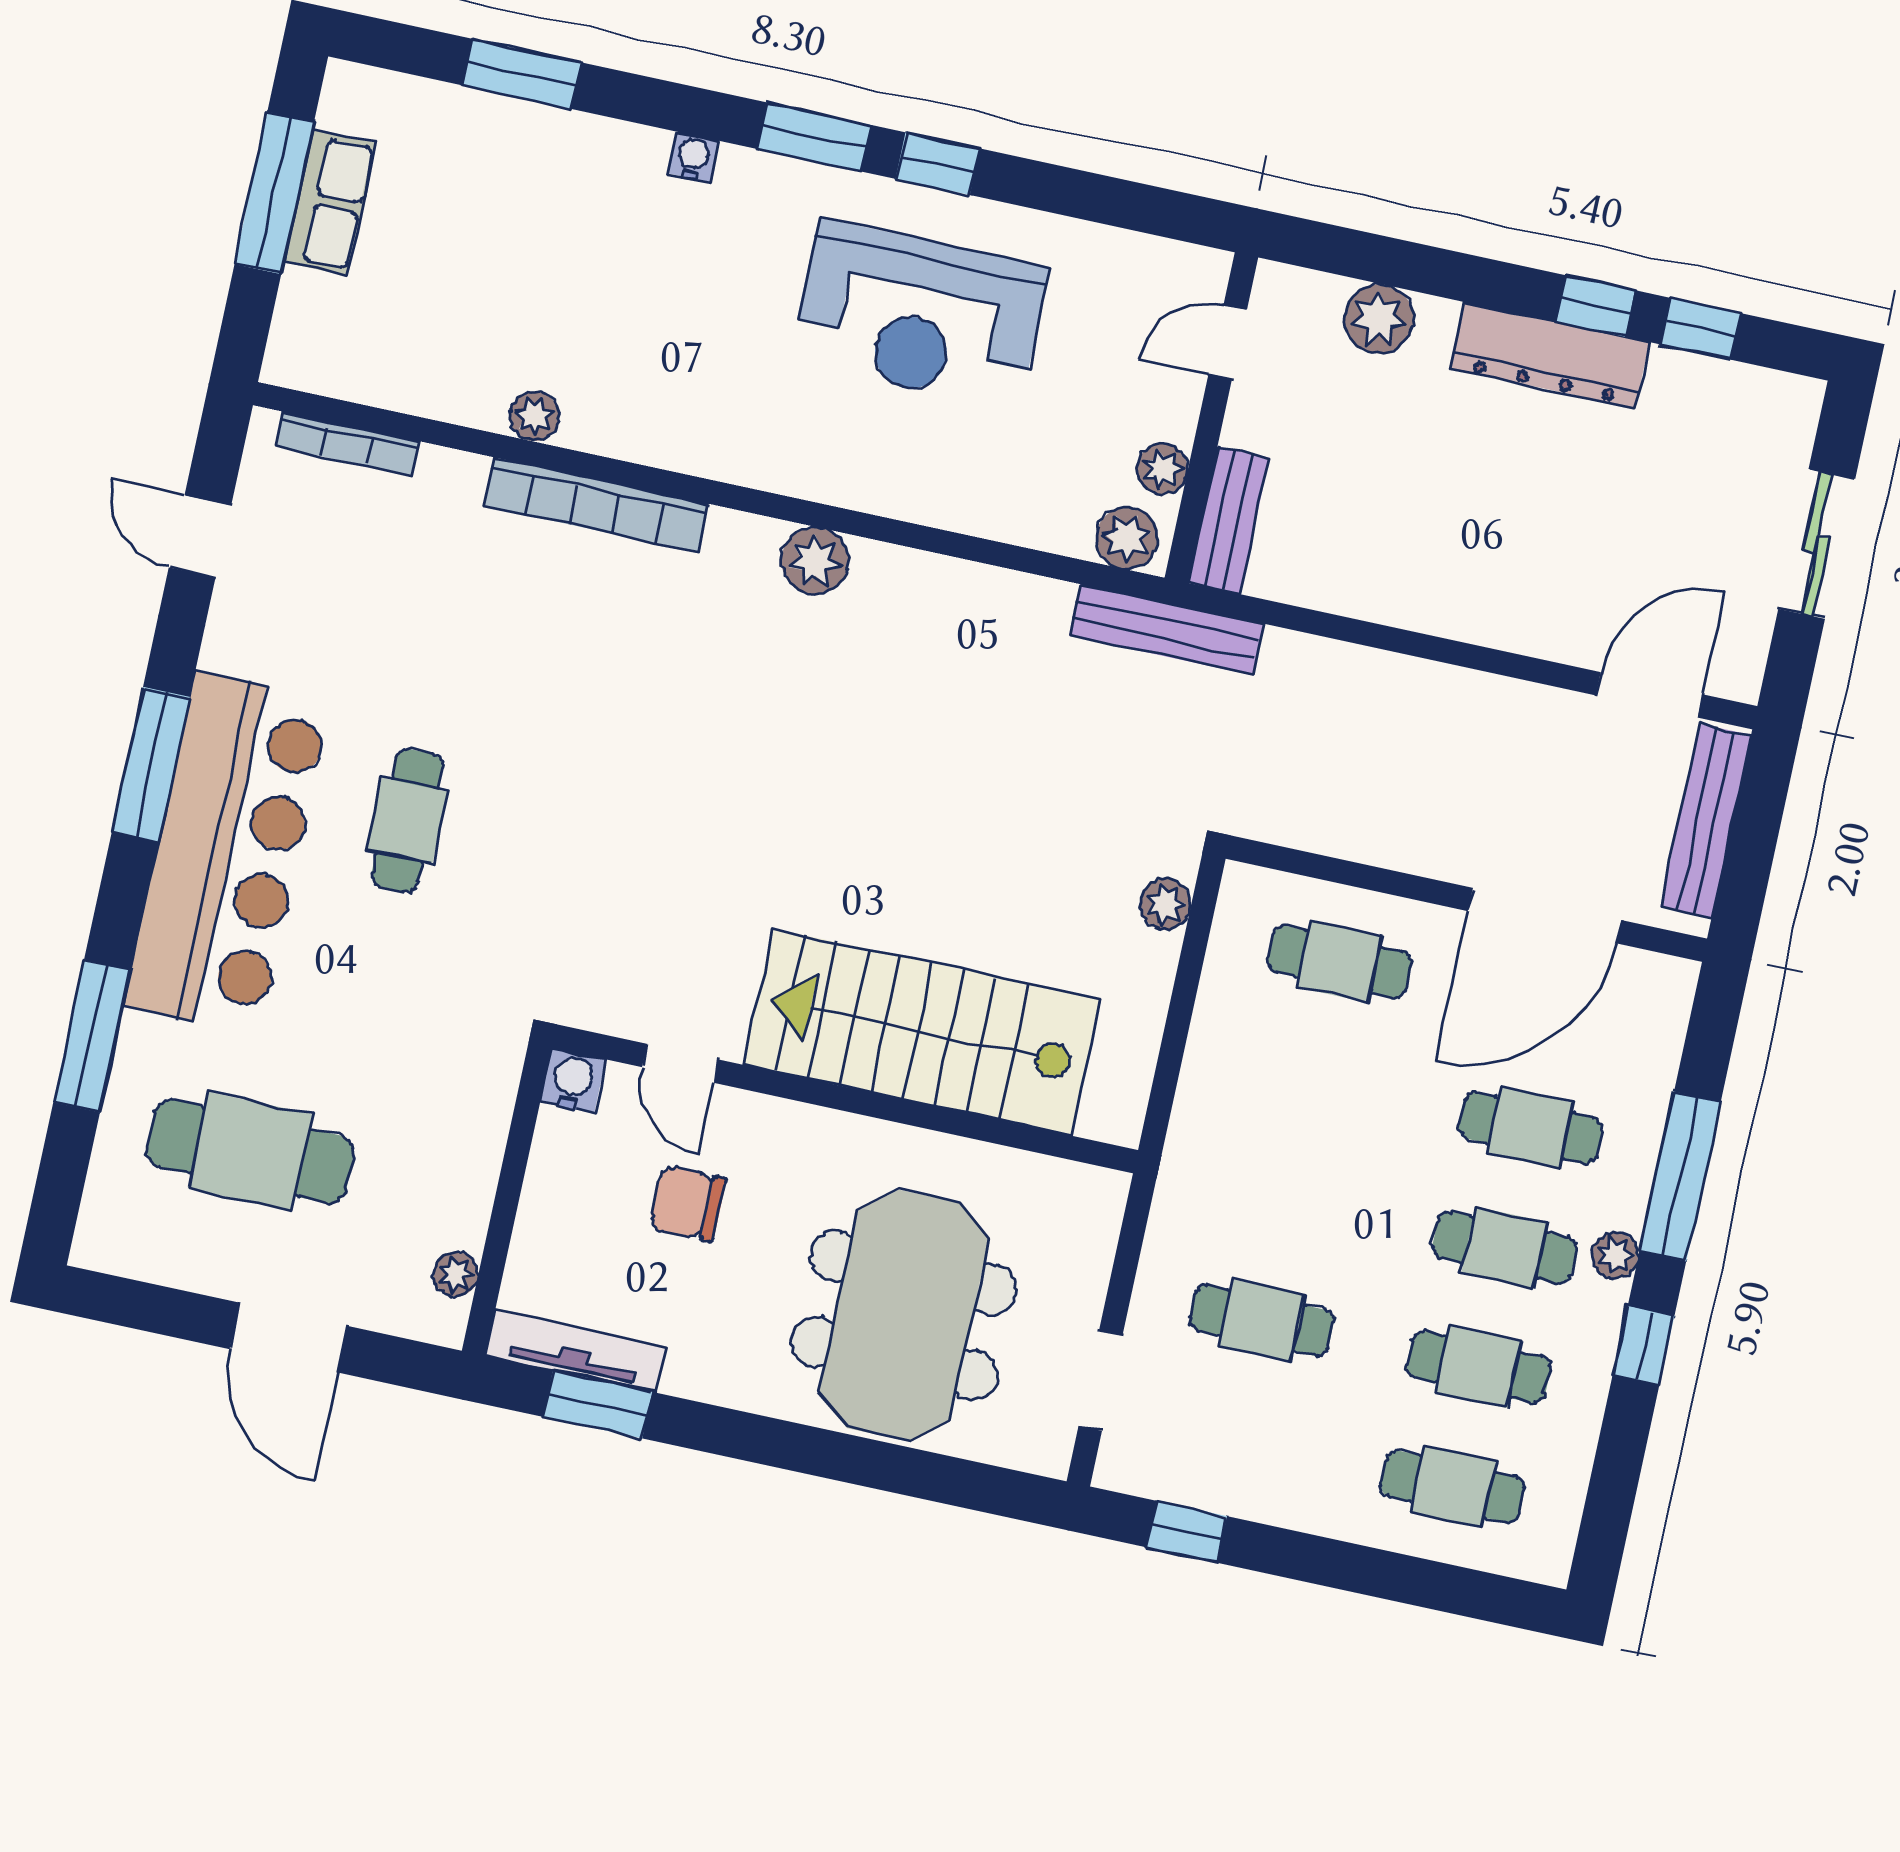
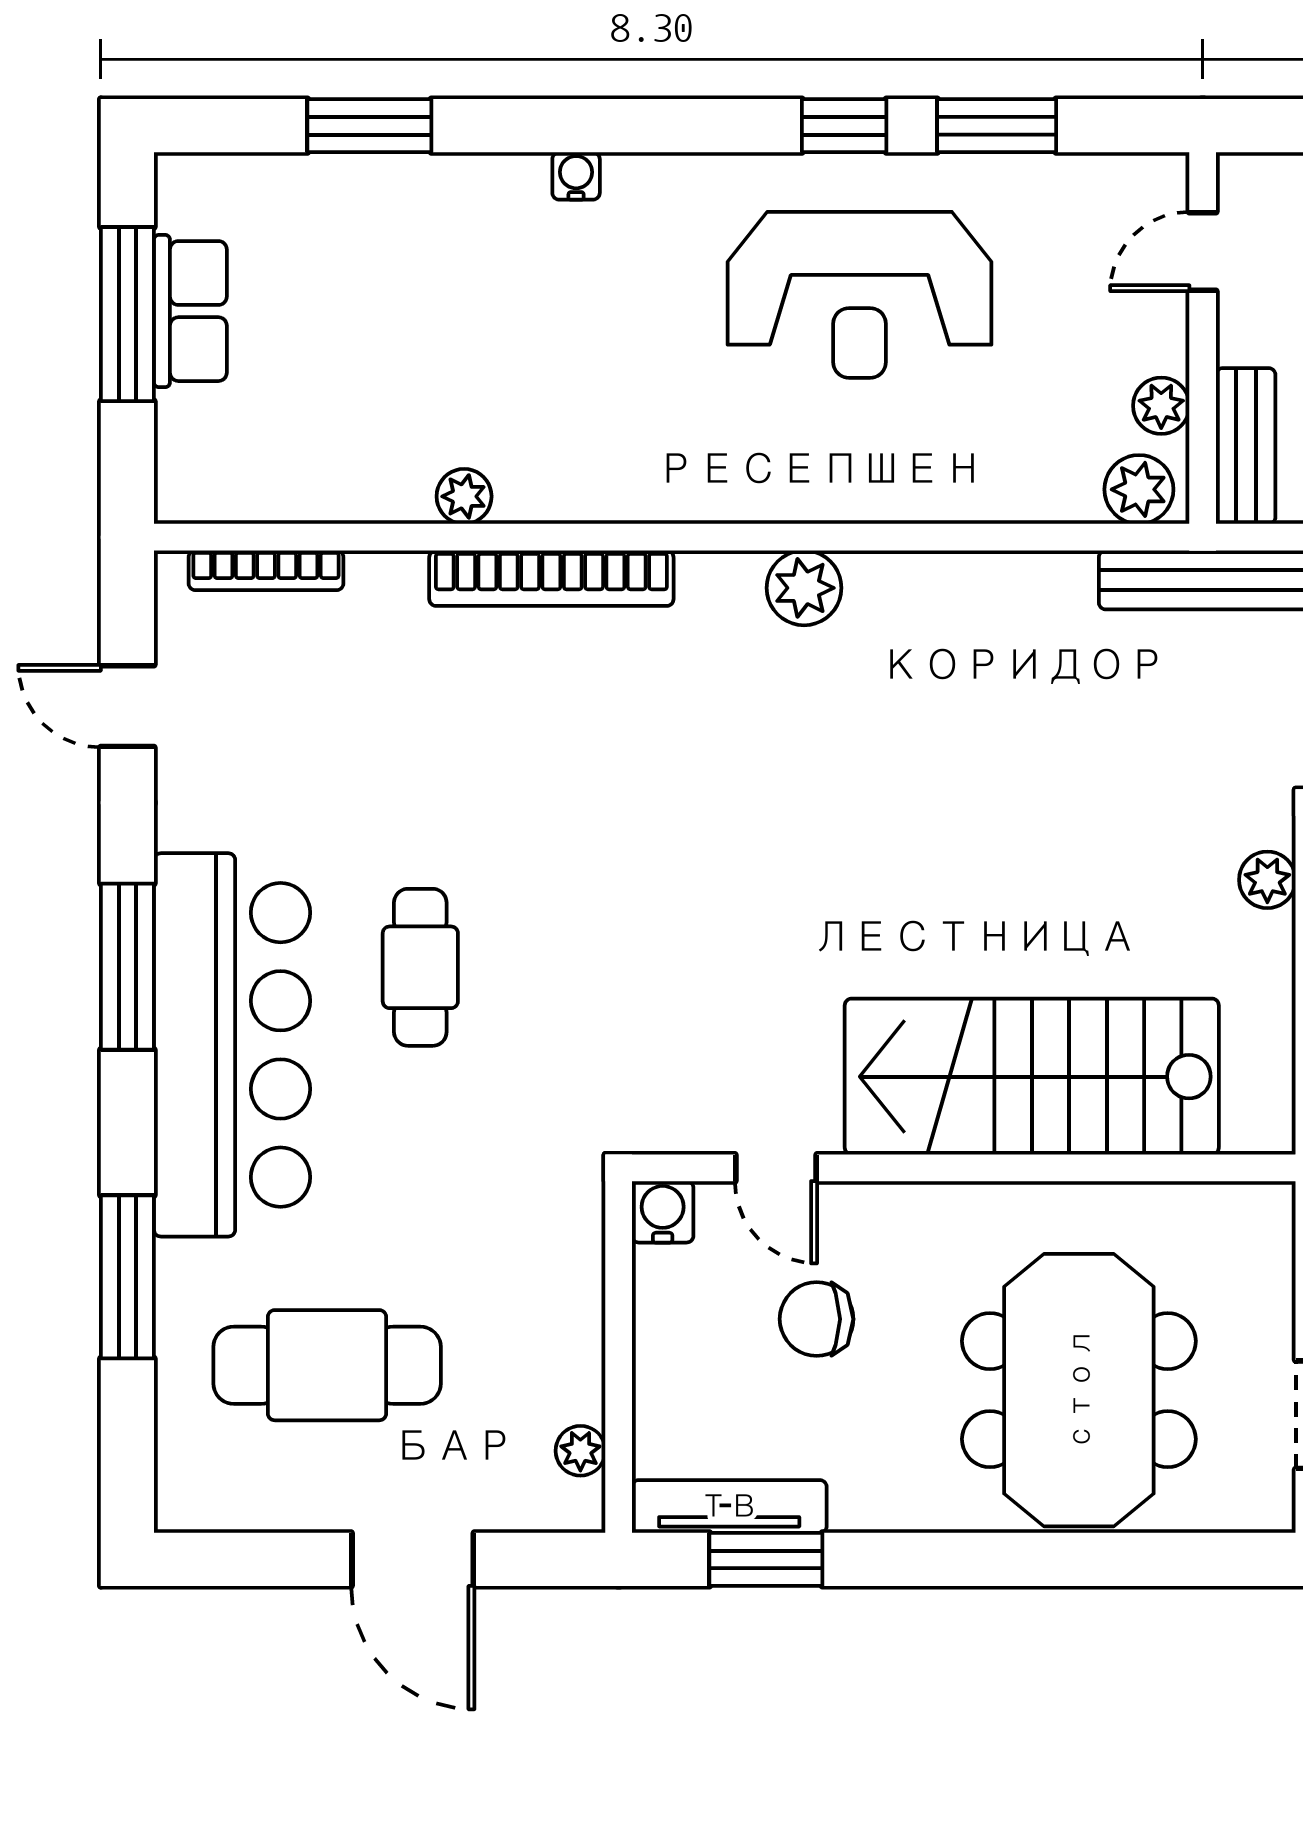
window: (814, 137) -> (997, 126), moved

